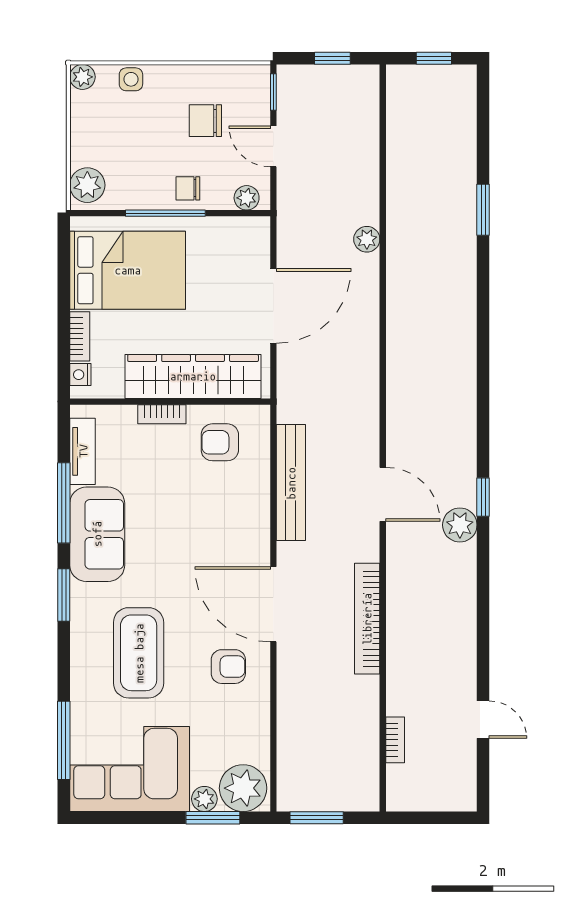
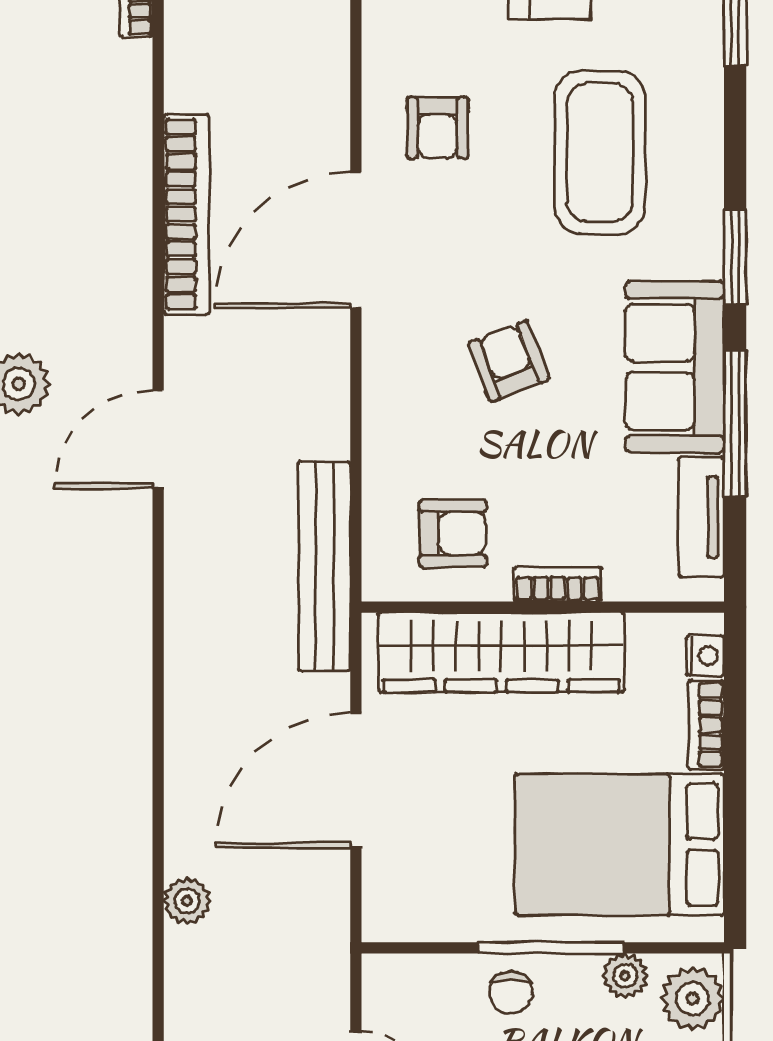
chair: (188, 188) -> (511, 993), turned 90
plant: (247, 198) -> (625, 976), moved
bench: (291, 483) -> (324, 566), moved
door: (383, 494) -> (158, 439), hinge flipped
armchair: (189, 538) -> (509, 361), added
door: (273, 604) -> (356, 240), swing flipped
armchair: (228, 667) -> (438, 128), turned -90

